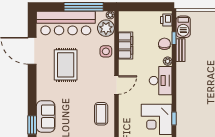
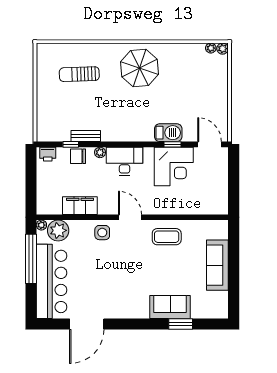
barbecue: (183, 27) -> (168, 133), moved
side table: (106, 51) -> (102, 233), moved
rug: (66, 65) -> (105, 282), removed

